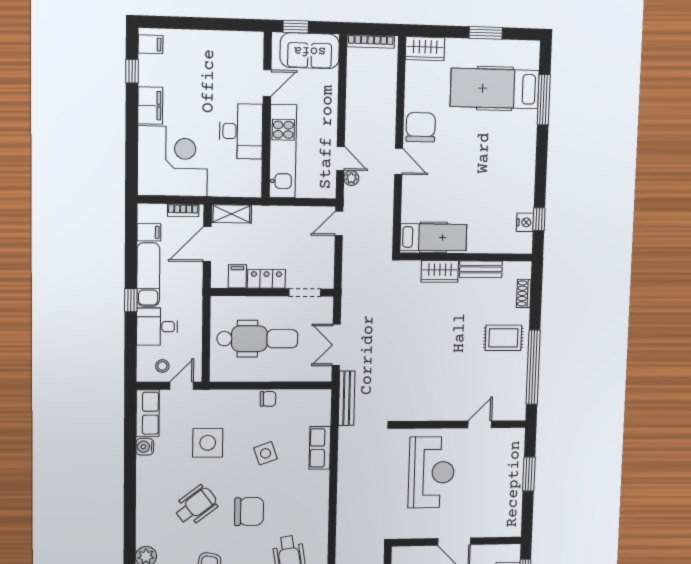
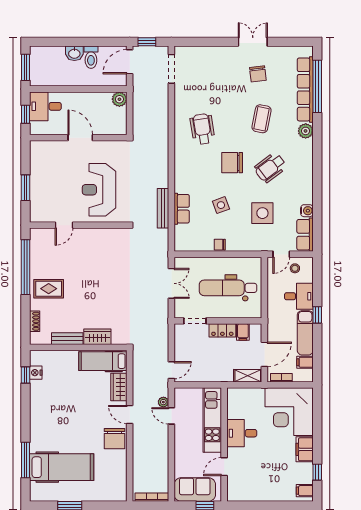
wardrobe: (425, 49) -> (119, 387), moved, turned -90
desk: (241, 131) -> (242, 433), width x0.73
bench: (347, 398) -> (163, 208), moved

